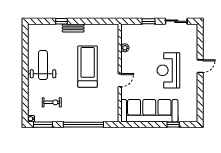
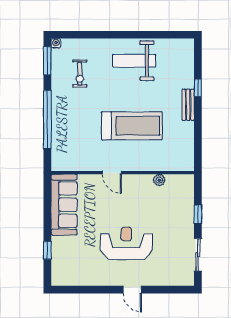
weight bench: (43, 65) -> (134, 61), turned 180
sofa: (149, 111) -> (64, 205), width x0.74, depth x0.79

